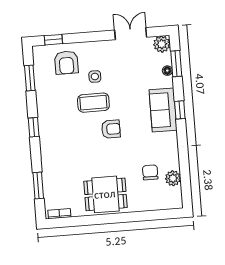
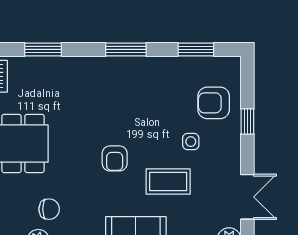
window: (53, 40) -> (247, 121), moved
coffee table: (93, 103) -> (168, 182), moved, turned 90
window: (34, 127) -> (126, 49), width x1.50

